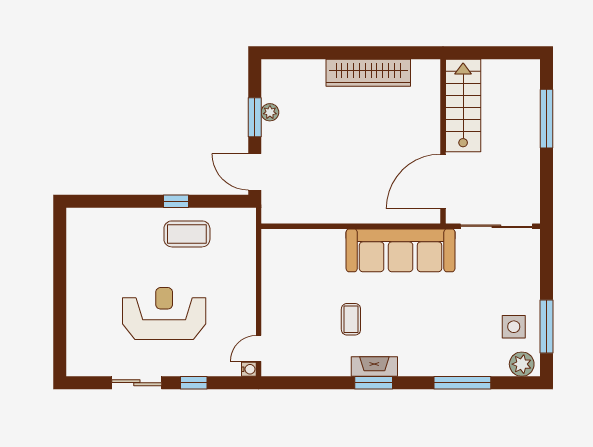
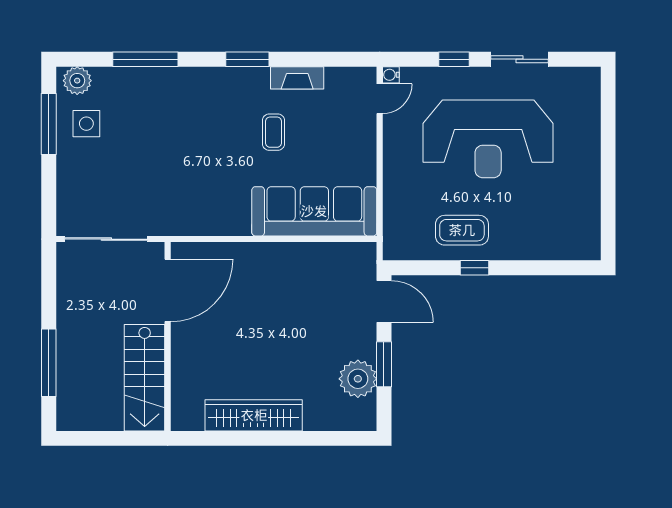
plant: (270, 112) -> (358, 379), width x1.88, depth x1.88
sofa: (401, 250) -> (314, 211), moved
reception desk: (164, 313) -> (488, 139), width x1.36, depth x1.30
fireplace: (374, 367) -> (297, 78), moved

